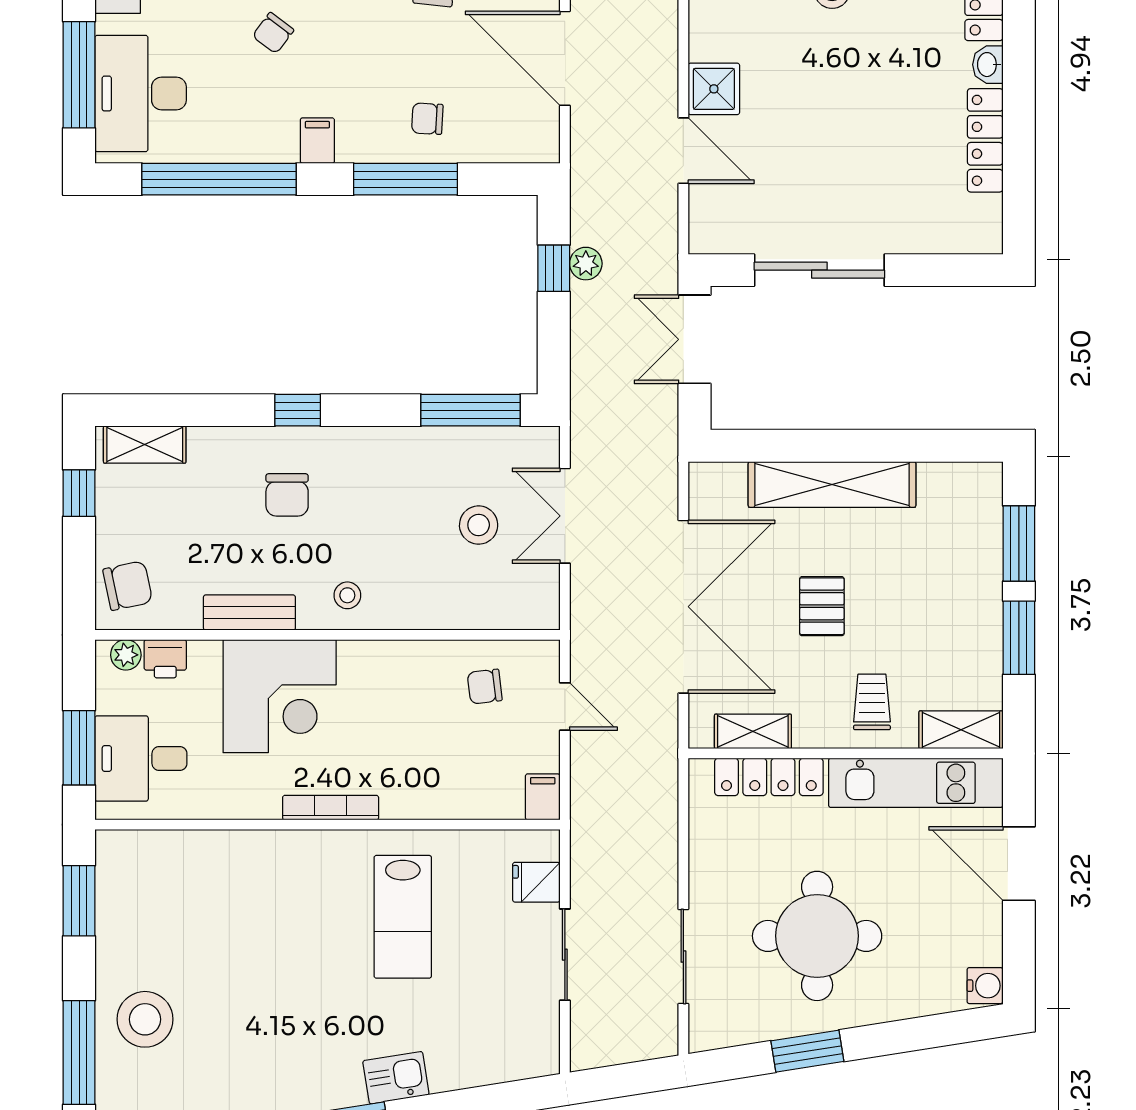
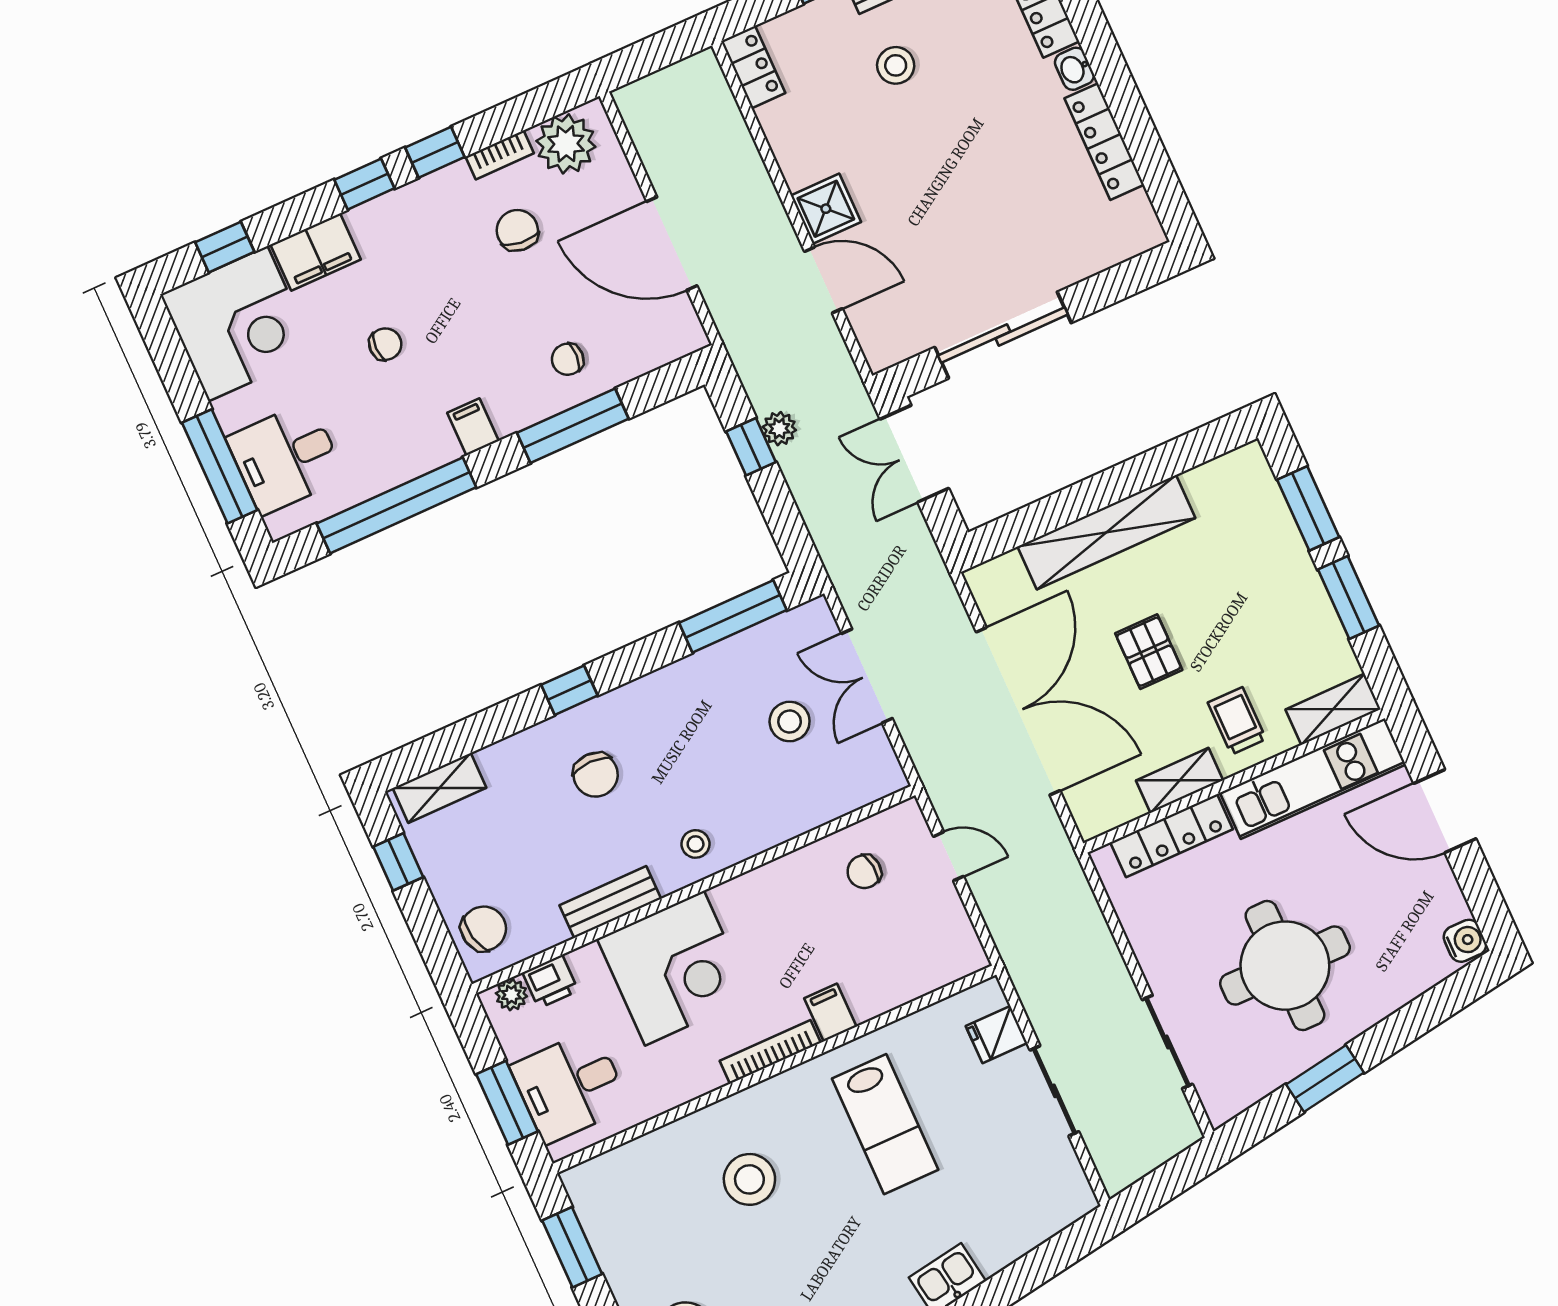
chair: (273, 33) -> (385, 344), turned -127
desk: (141, 94) -> (286, 458), width x0.73
shelving: (753, 731) -> (1180, 780), moved
filing cabinet: (543, 797) -> (830, 1012), moved
stool: (262, 911) -> (749, 1179), added

